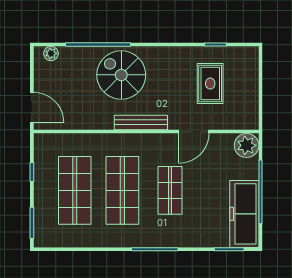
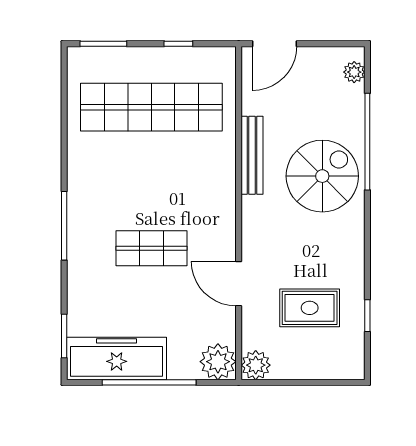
plant: (249, 120) -> (256, 365), added
bench: (141, 122) -> (252, 155), moved
shop shelf: (75, 190) -> (151, 107), width x1.40
shop shelf: (122, 190) -> (151, 178), removed

